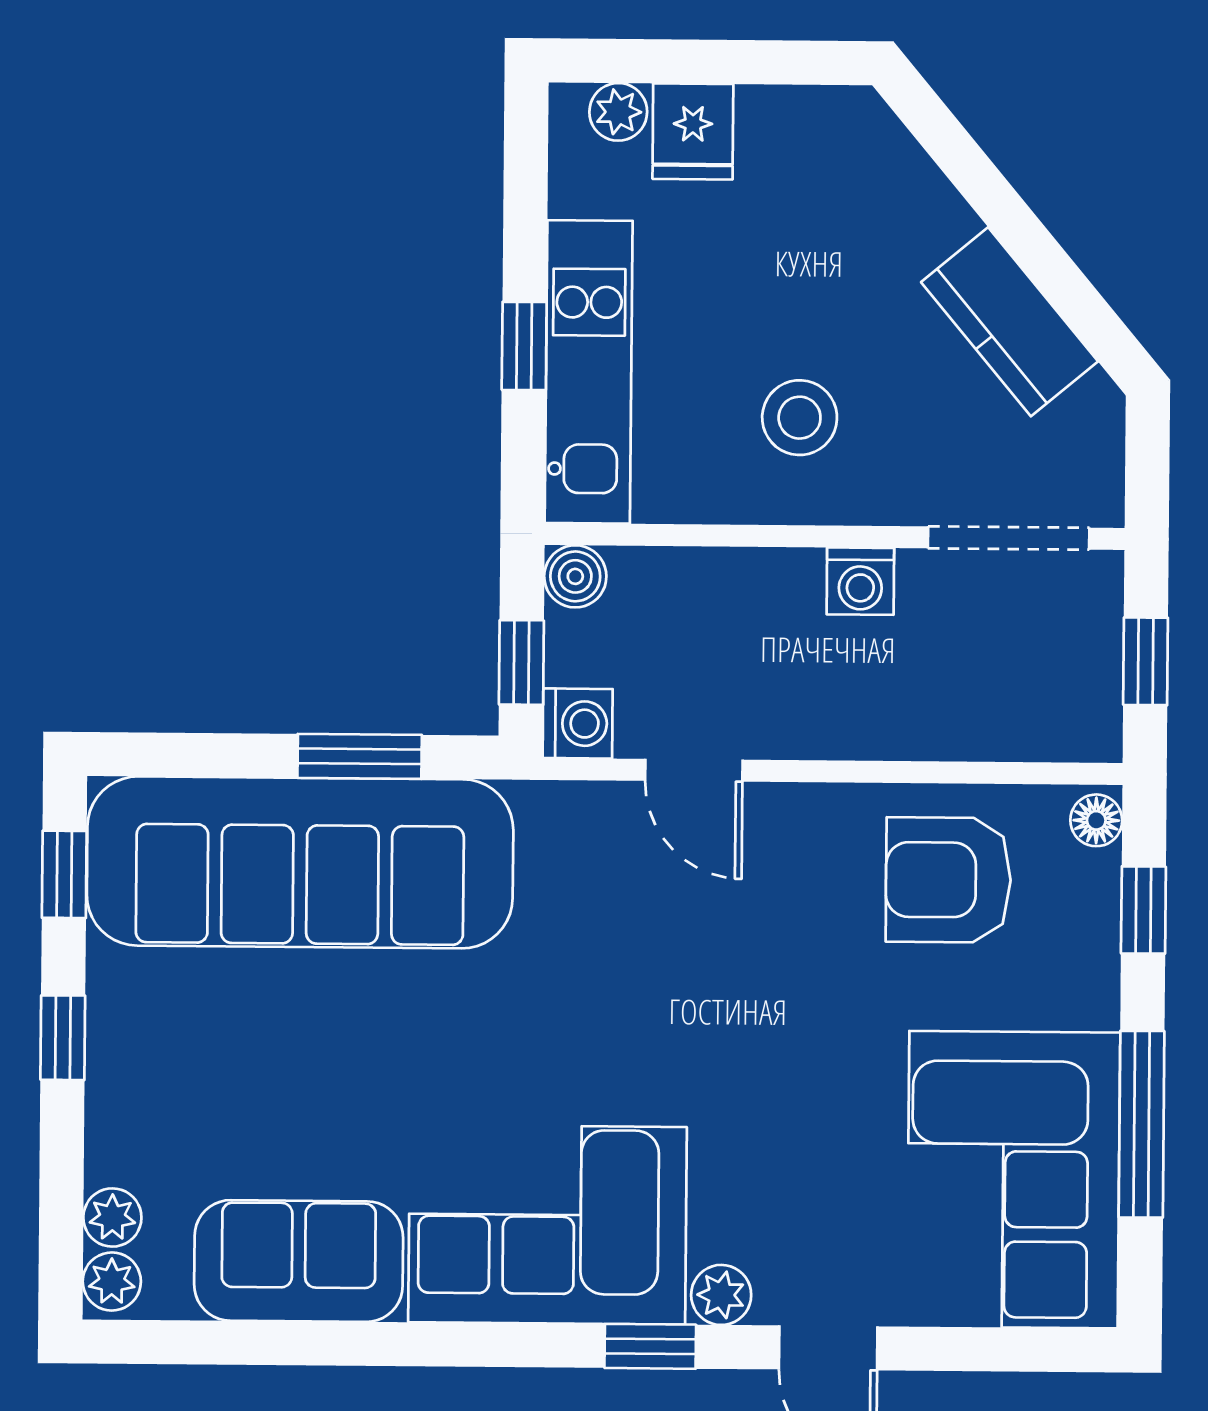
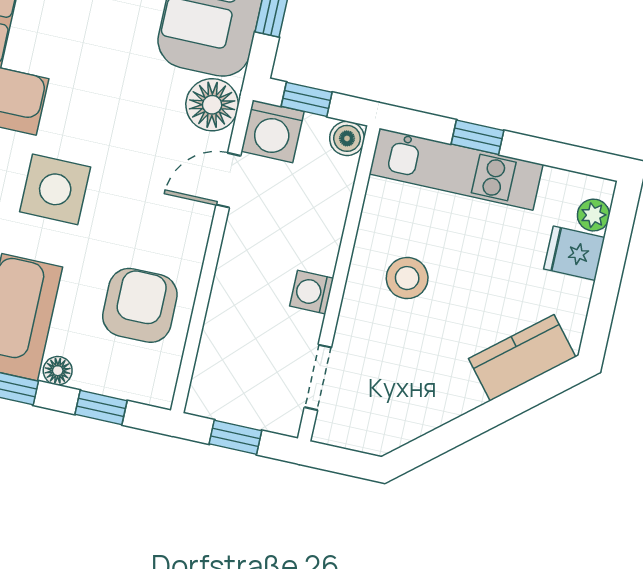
kitchen counter: (1010, 322) -> (522, 358), moved
doorway: (1009, 538) -> (318, 377), width x0.73
washing machine: (578, 724) -> (273, 131), width x1.38, depth x1.38
floor lamp: (1096, 820) -> (58, 371), moved
floor lamp: (566, 828) -> (212, 105), added
side table: (775, 1073) -> (55, 189), added

